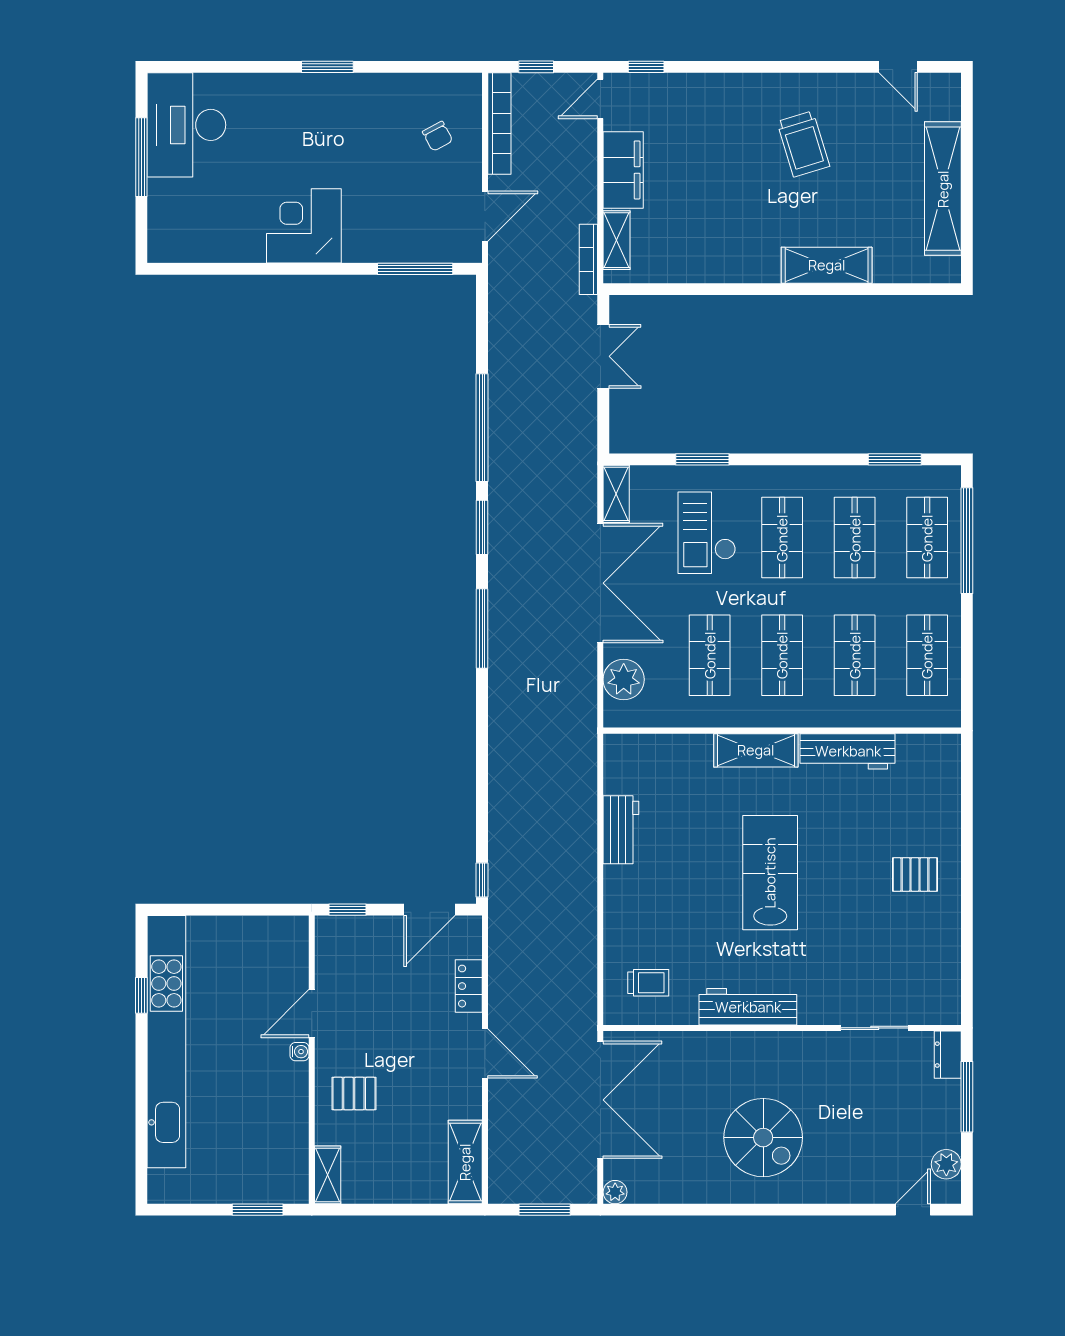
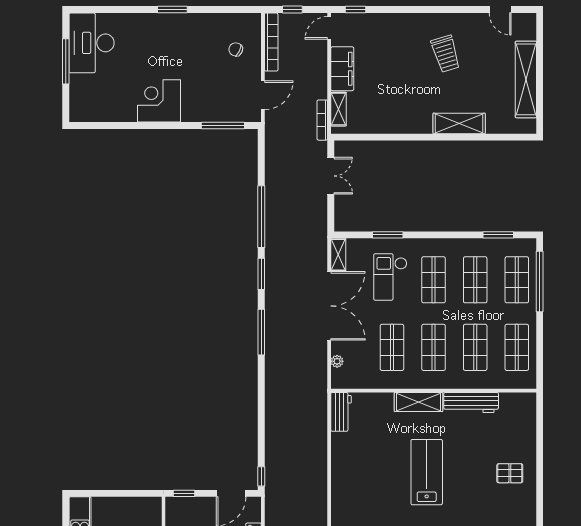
chair: (438, 136) -> (236, 49), turned 145
plant: (624, 680) -> (337, 361), width x0.53, depth x0.53
workbench: (621, 830) -> (341, 412), moved

